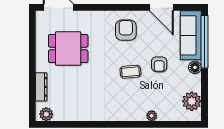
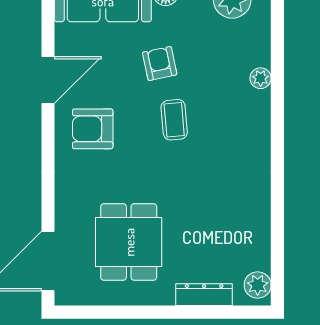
door: (161, 7) -> (48, 80), moved
armchair: (159, 64) -> (160, 64), turned -102

